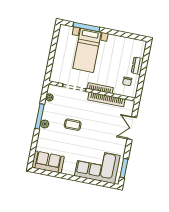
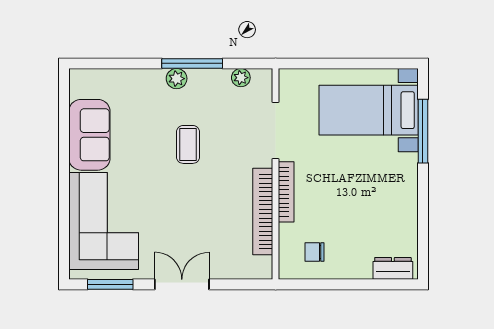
bed with nightstands: (87, 50) -> (369, 110), moved
dresser: (137, 66) -> (393, 268), moved
double door: (132, 128) -> (182, 284), moved
sofa: (48, 162) -> (89, 135), moved

